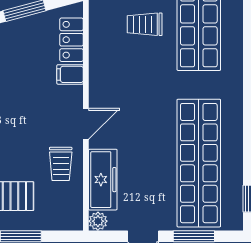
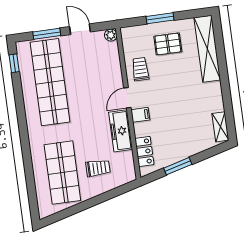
filing cabinet: (70, 74) -> (140, 115), moved
freezer: (103, 180) -> (121, 131), moved

